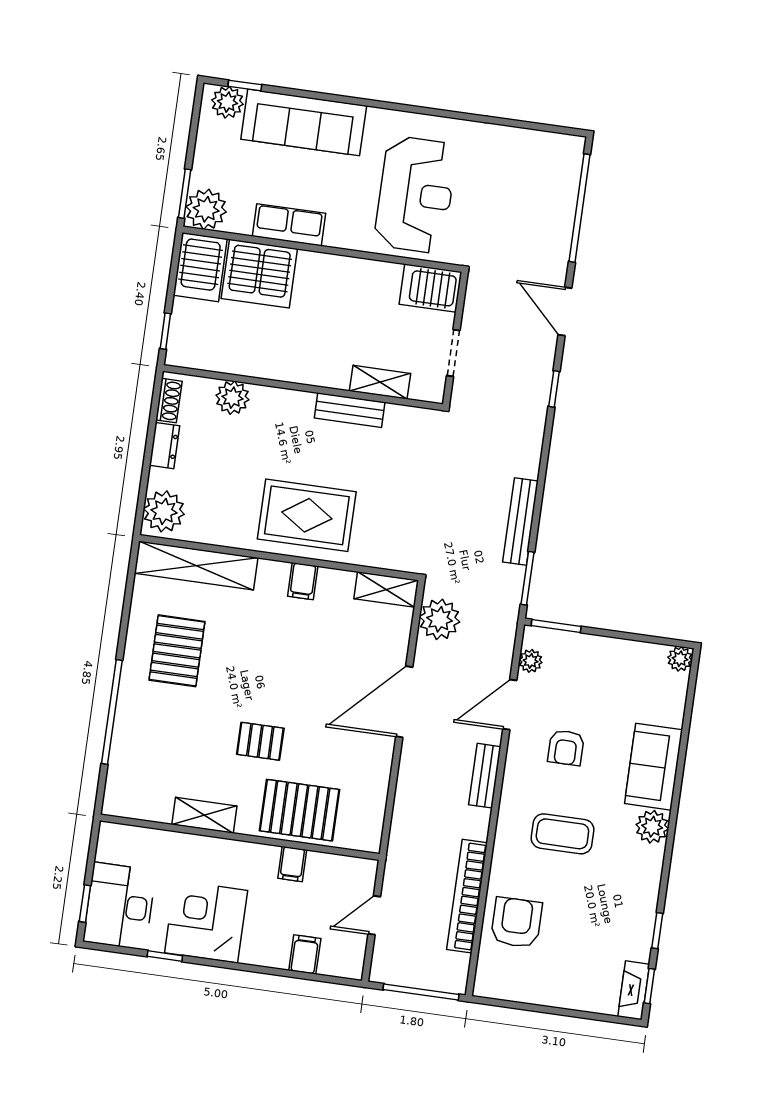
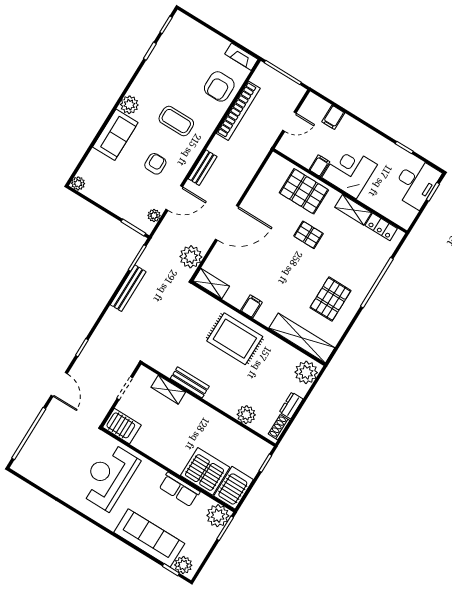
locker: (145, 807) -> (381, 227), added
corner desk: (206, 922) -> (350, 171), moved, turned 180
fireplace: (634, 990) -> (241, 57), moved, turned 90

